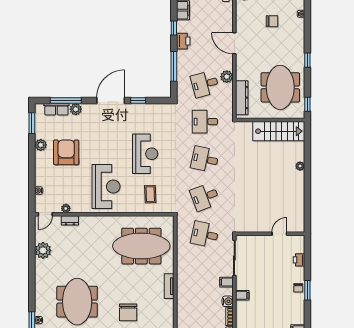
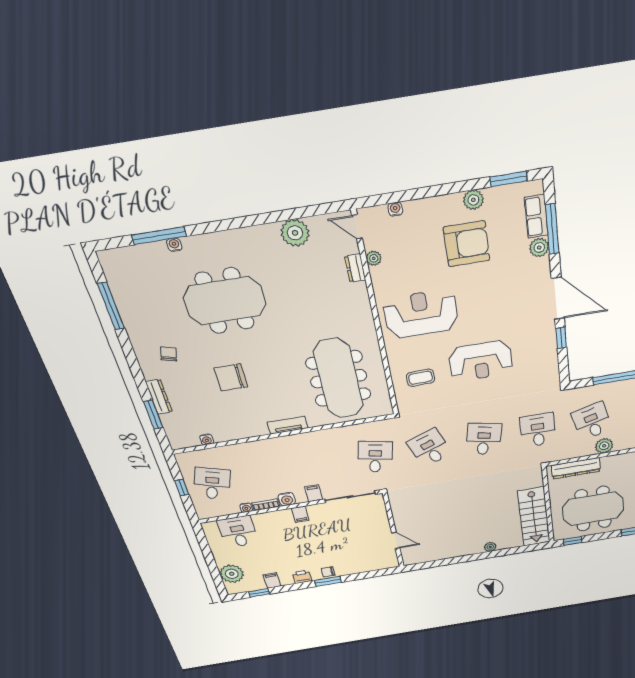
reception desk: (106, 187) -> (421, 314), turned 180
printer: (299, 260) -> (302, 577), moved

